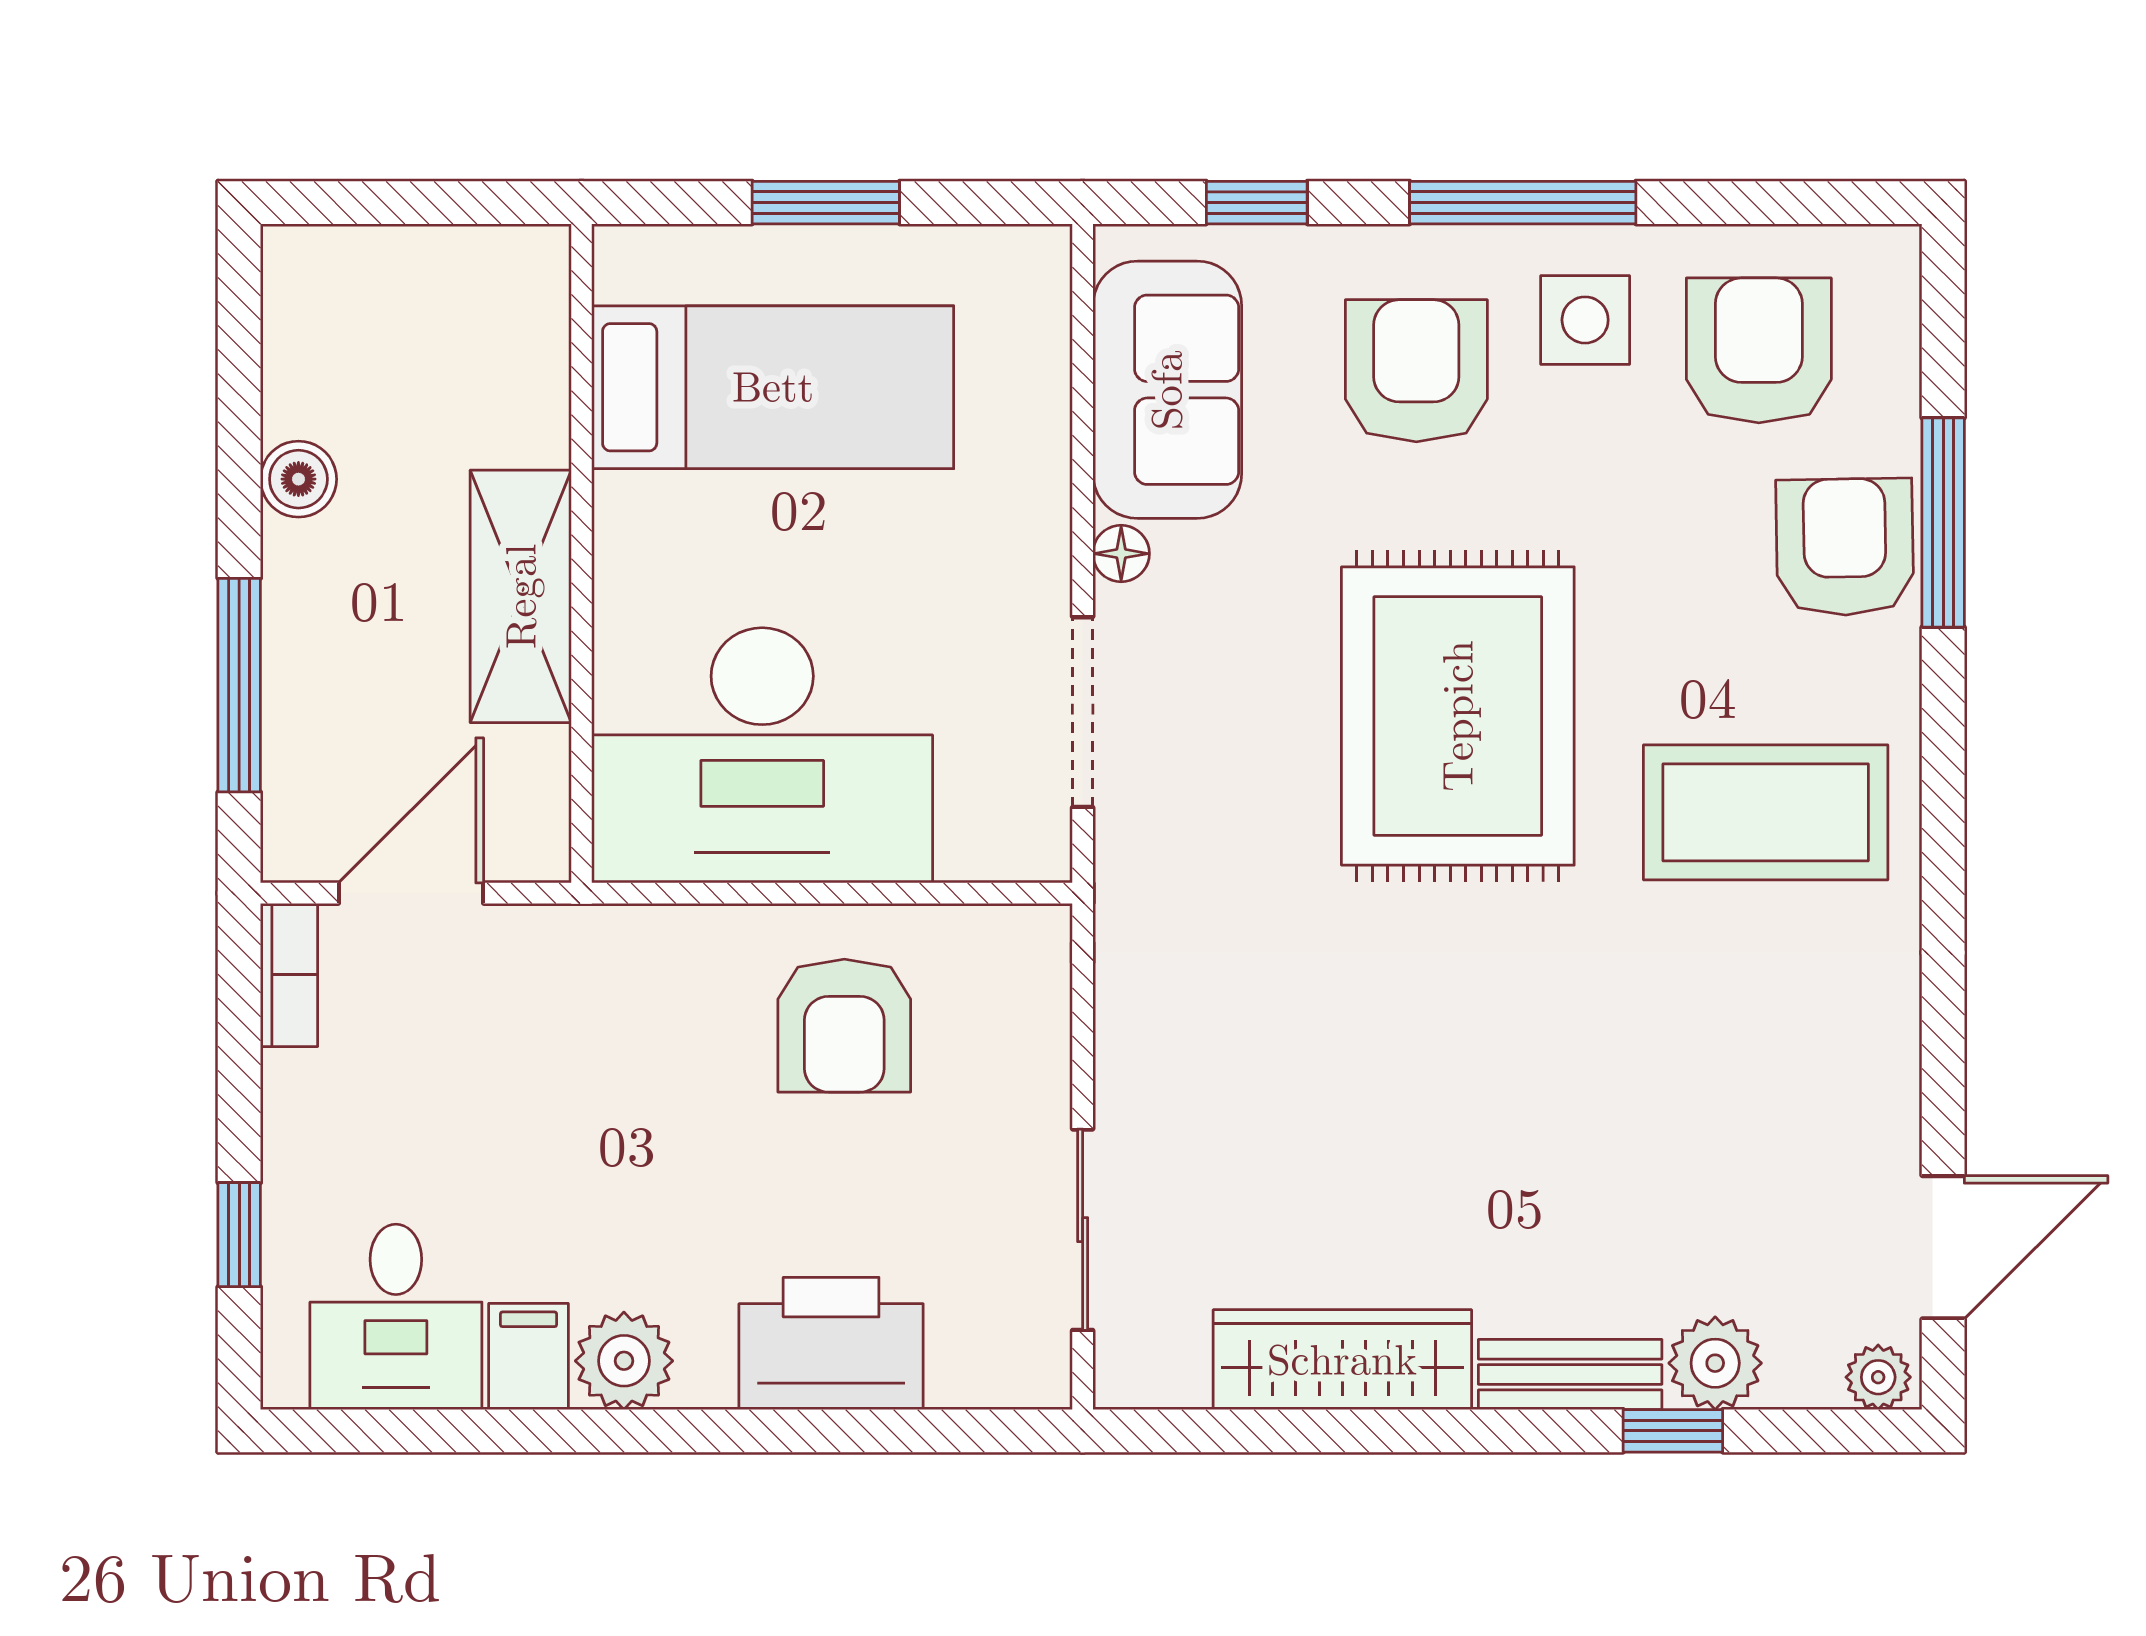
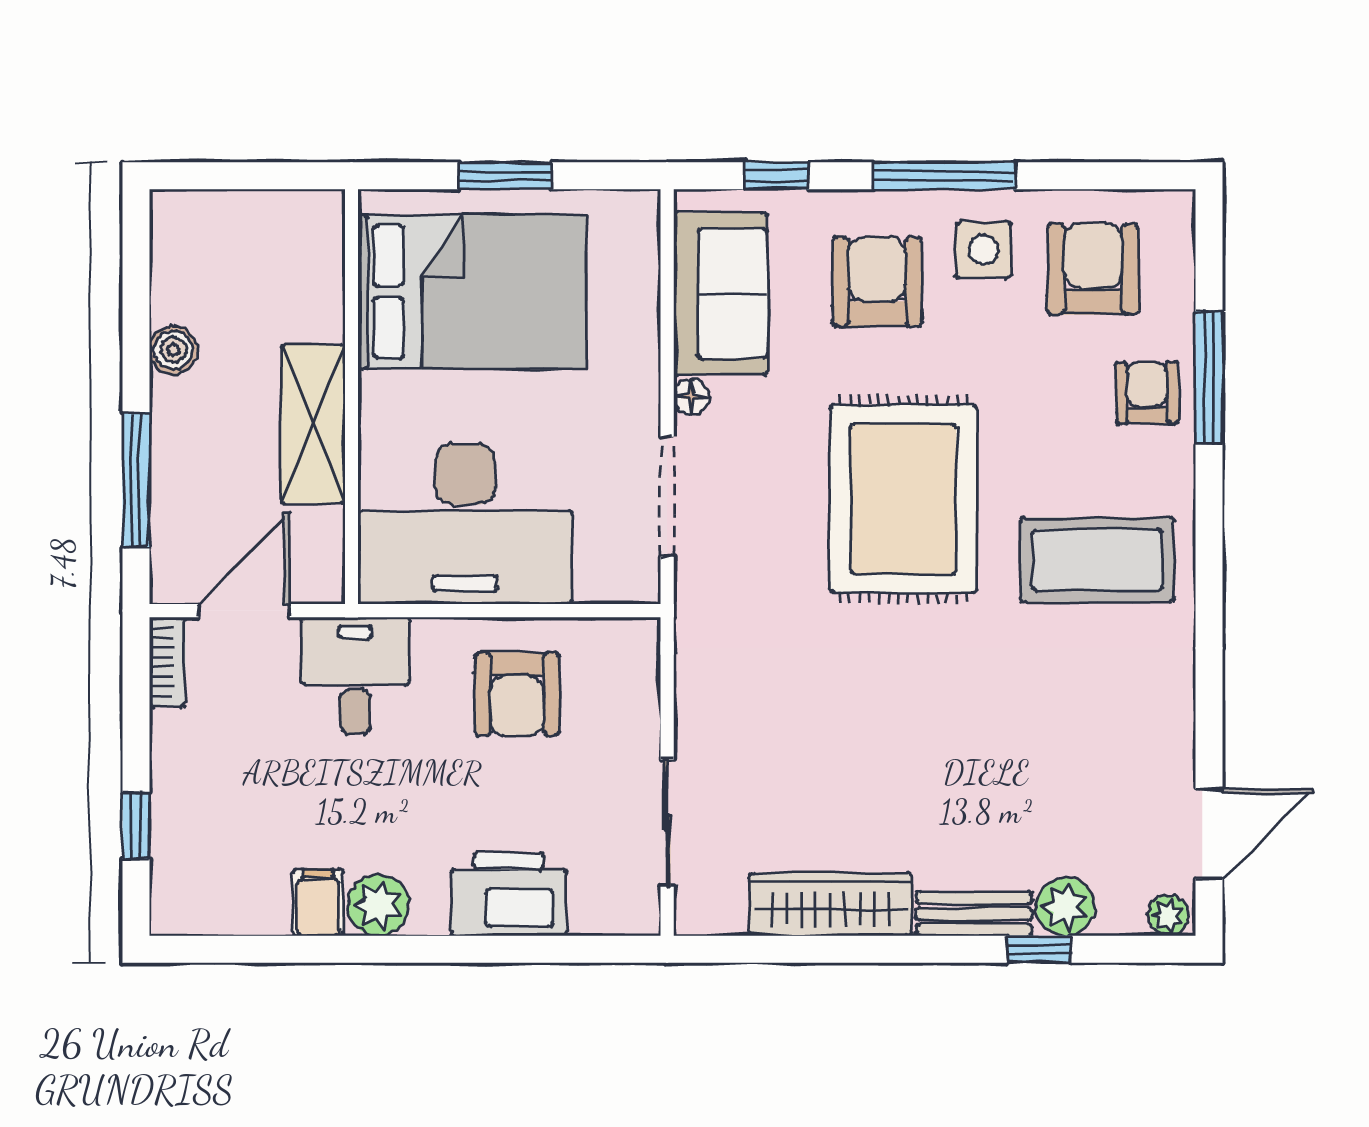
bed: (773, 387) -> (472, 292), width x1.50
armchair: (1845, 547) -> (1147, 393), width x0.72, depth x0.72
desk: (396, 1317) -> (355, 675), moved, turned 180

